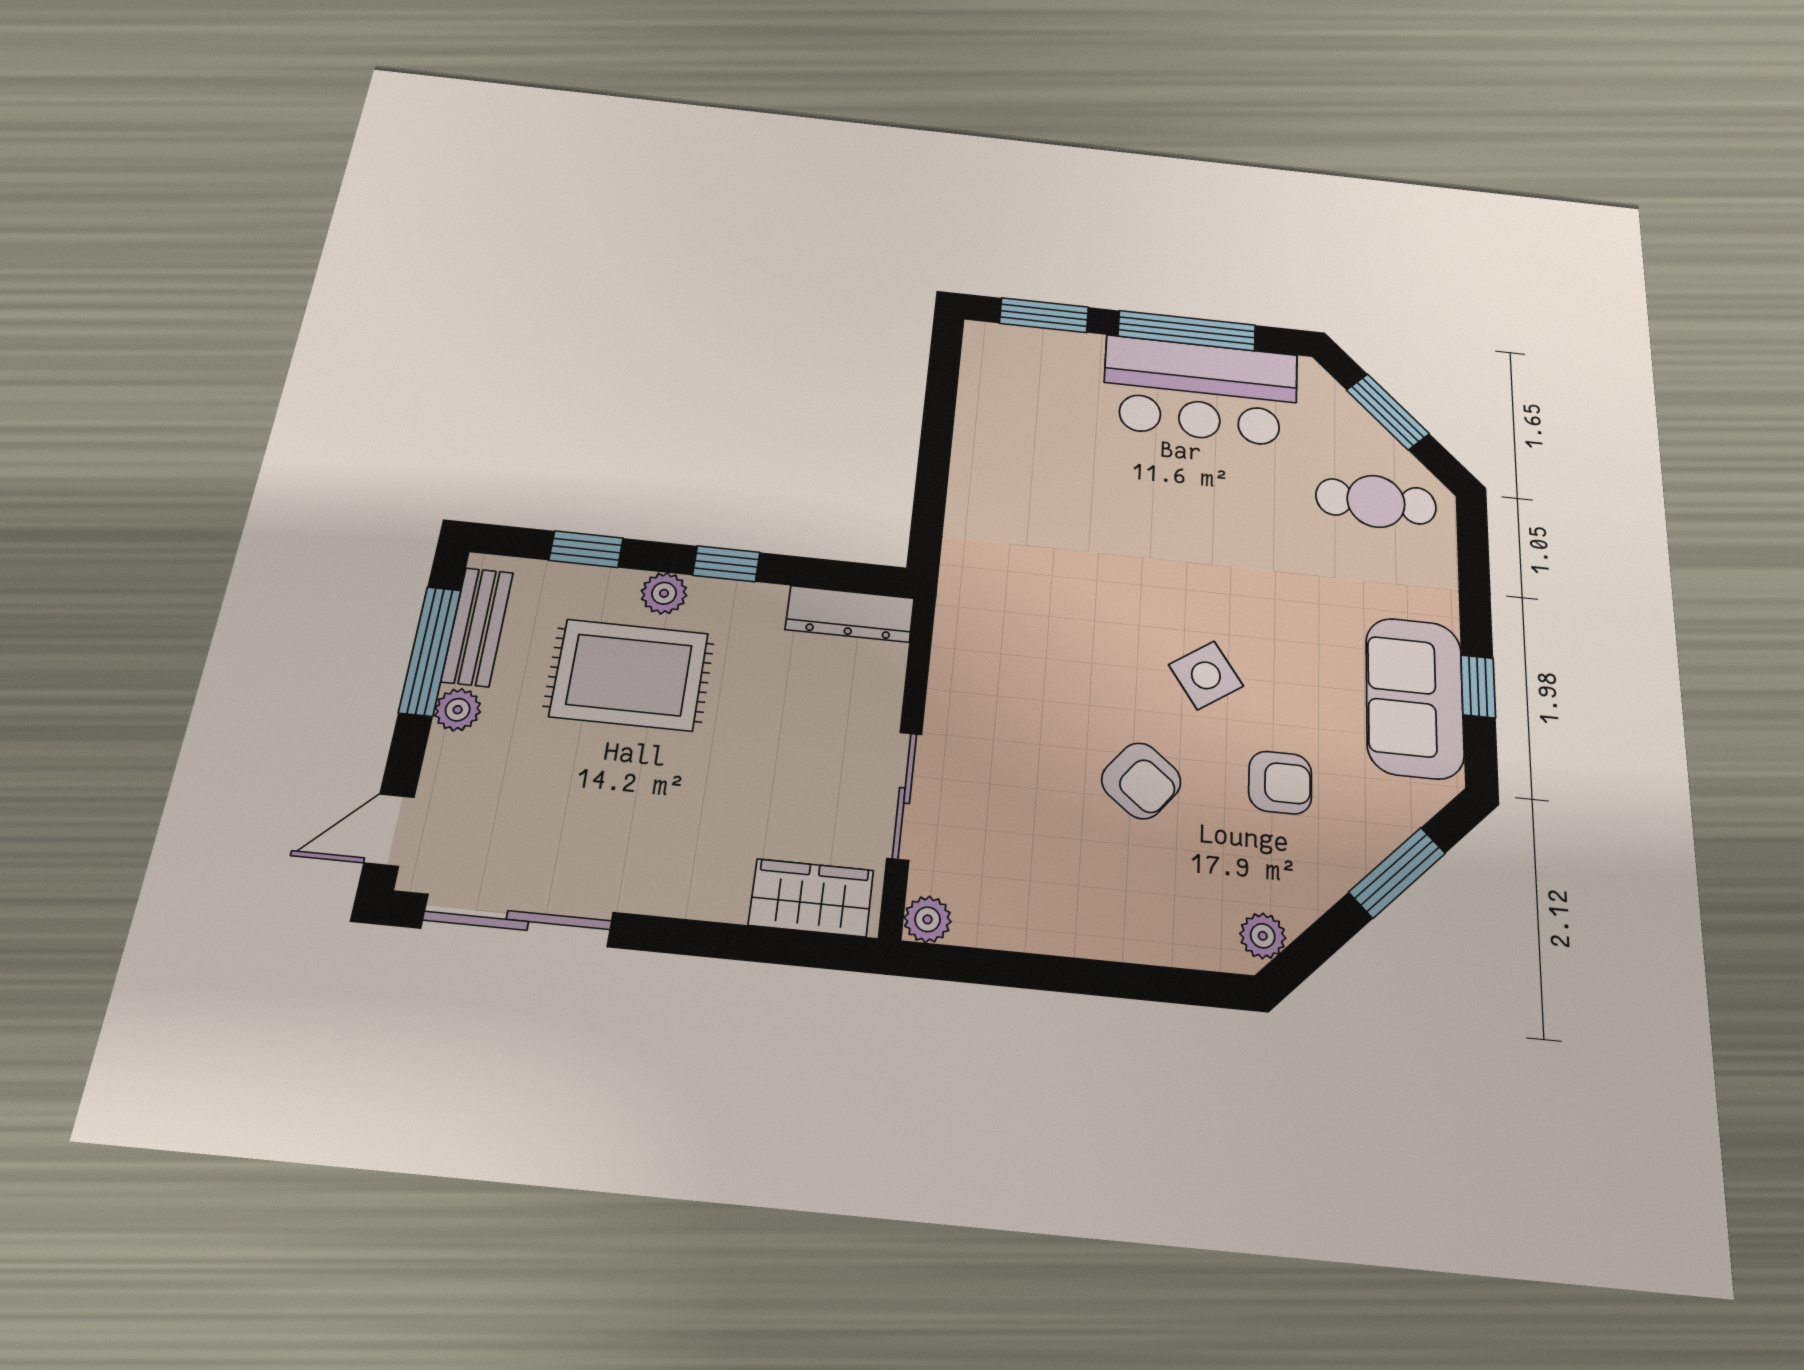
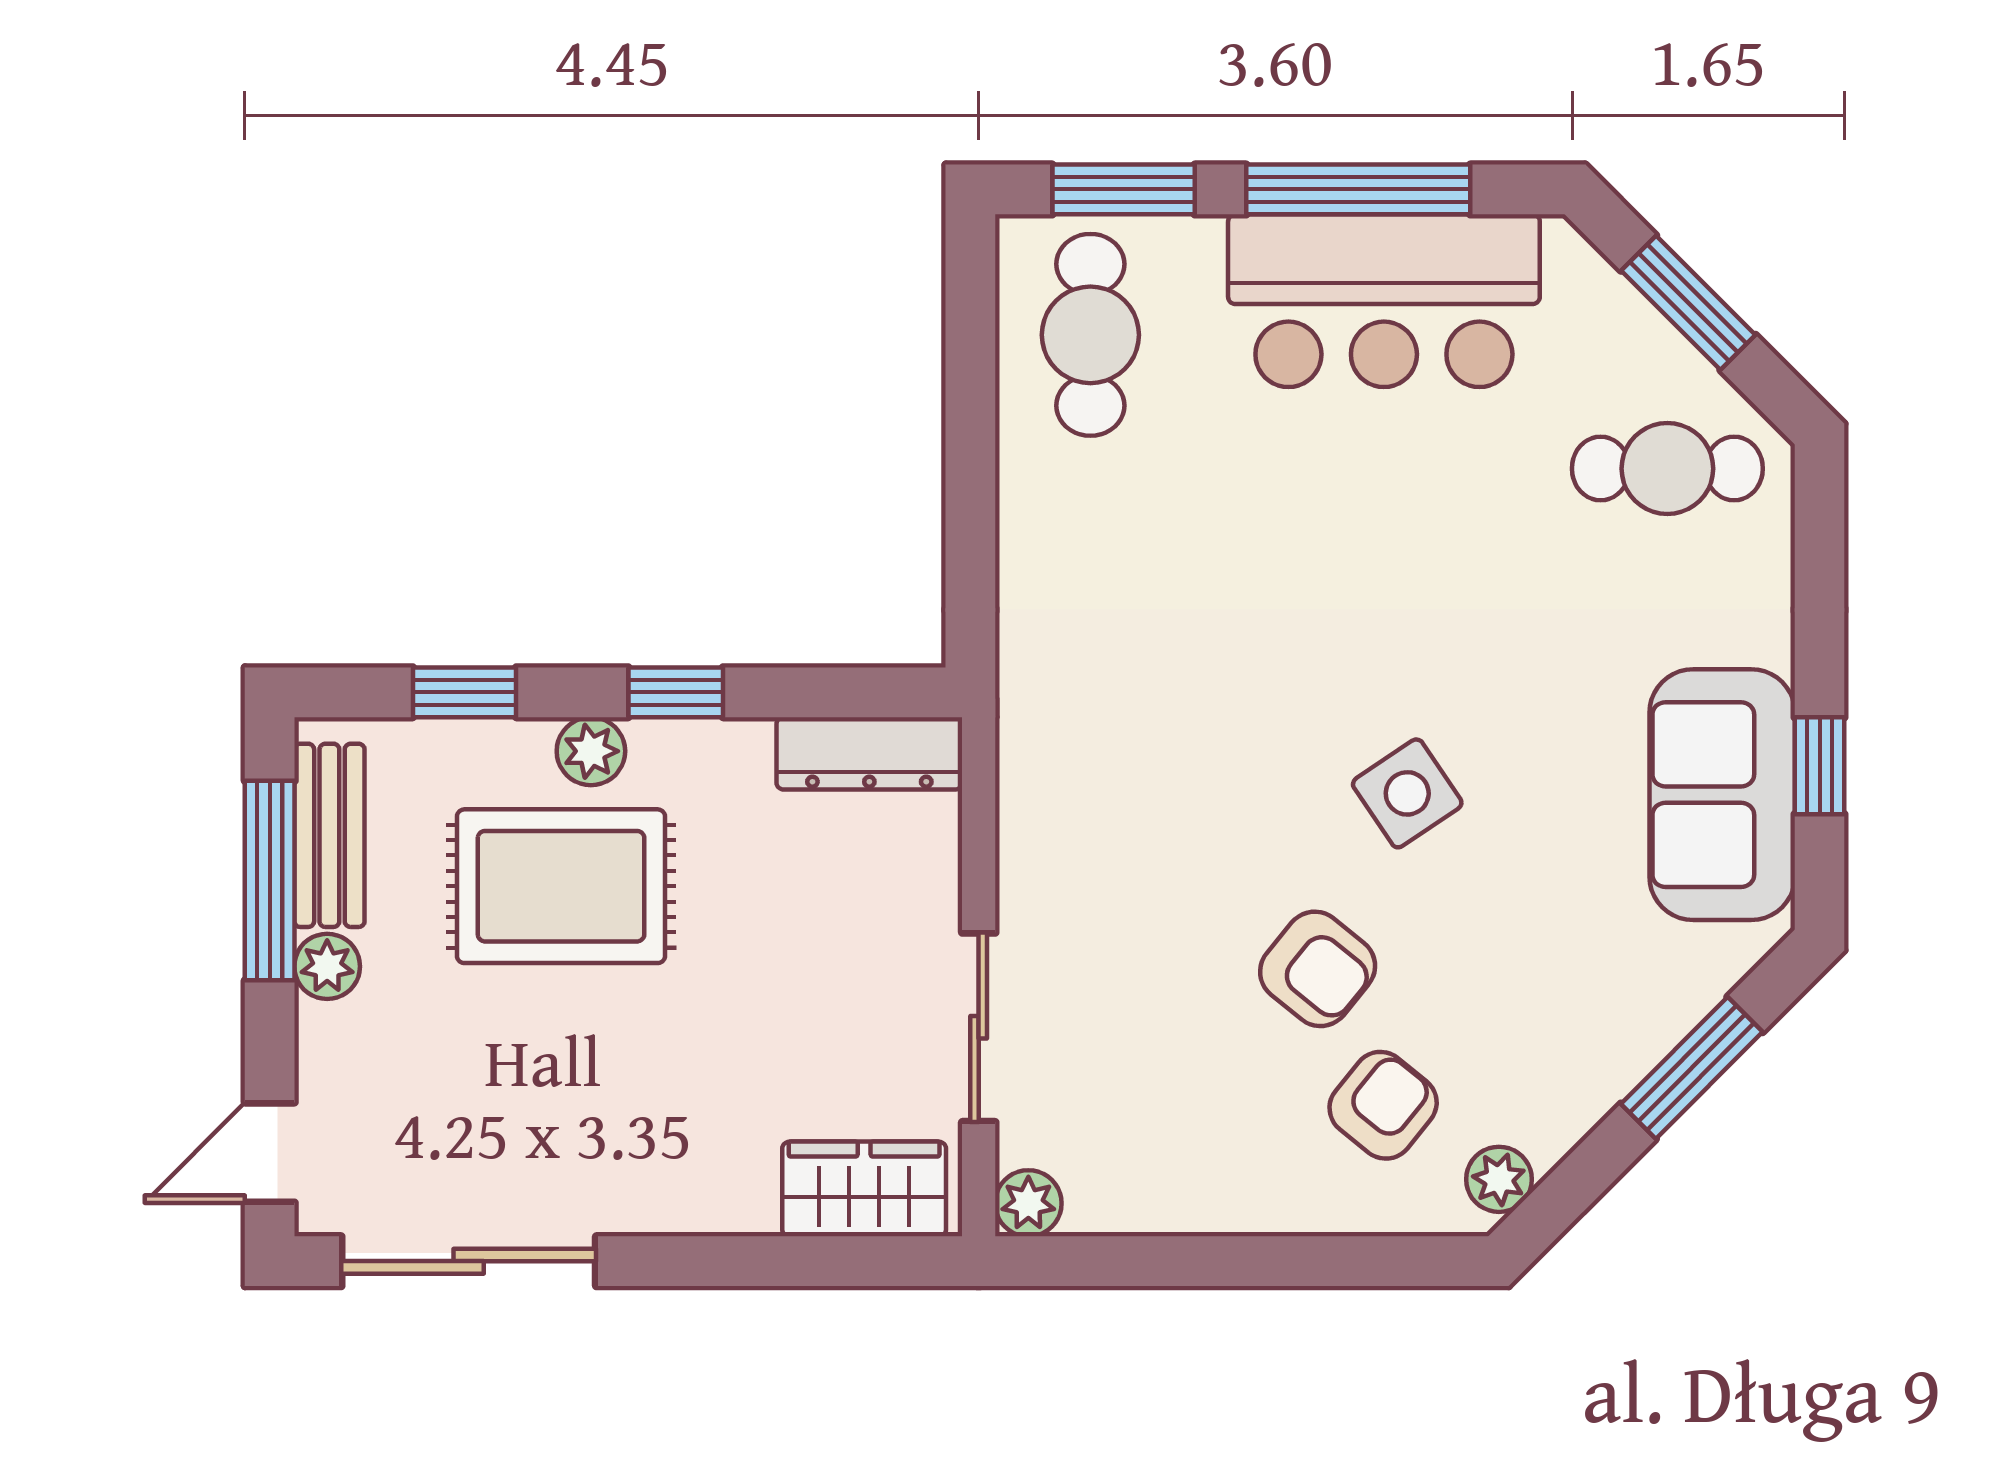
cafe table: (1017, 390) -> (1090, 335), added
armchair: (1280, 783) -> (1383, 1105), moved, turned -51

